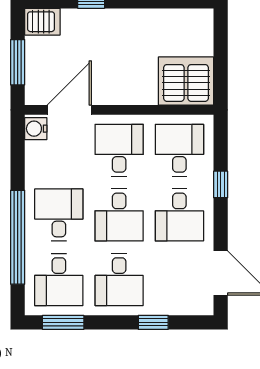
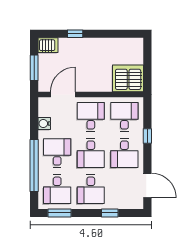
water cooler: (36, 129) -> (44, 123), moved

